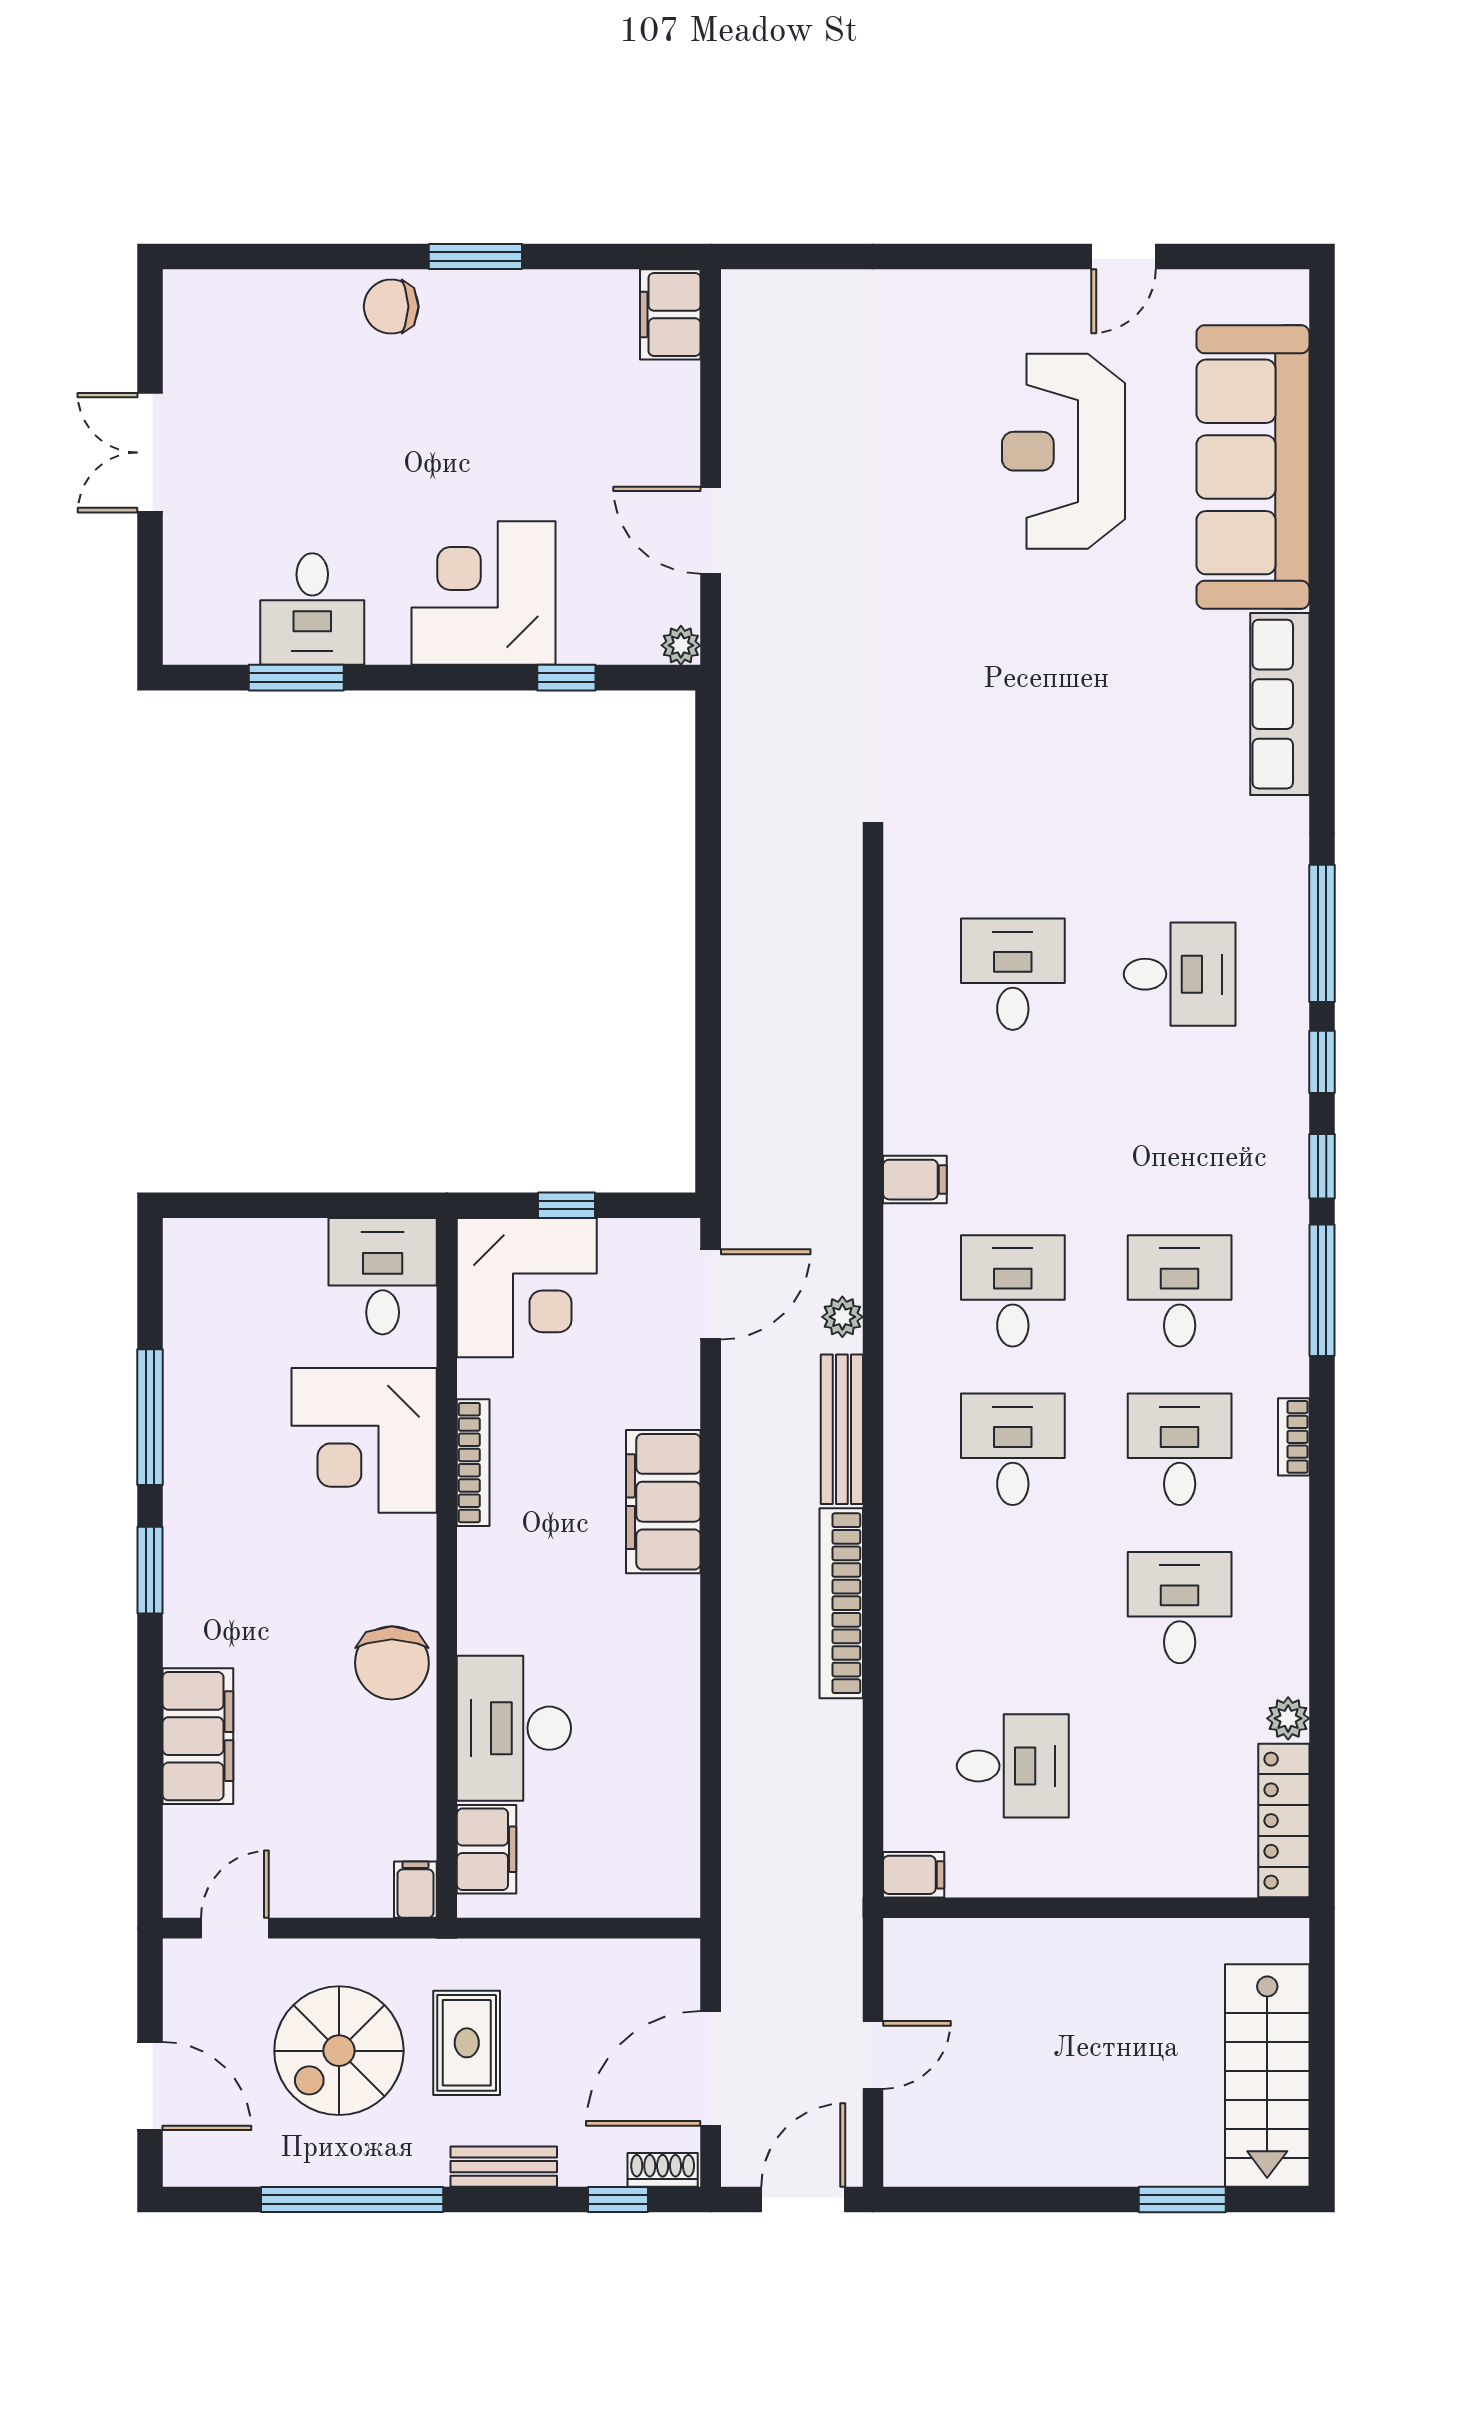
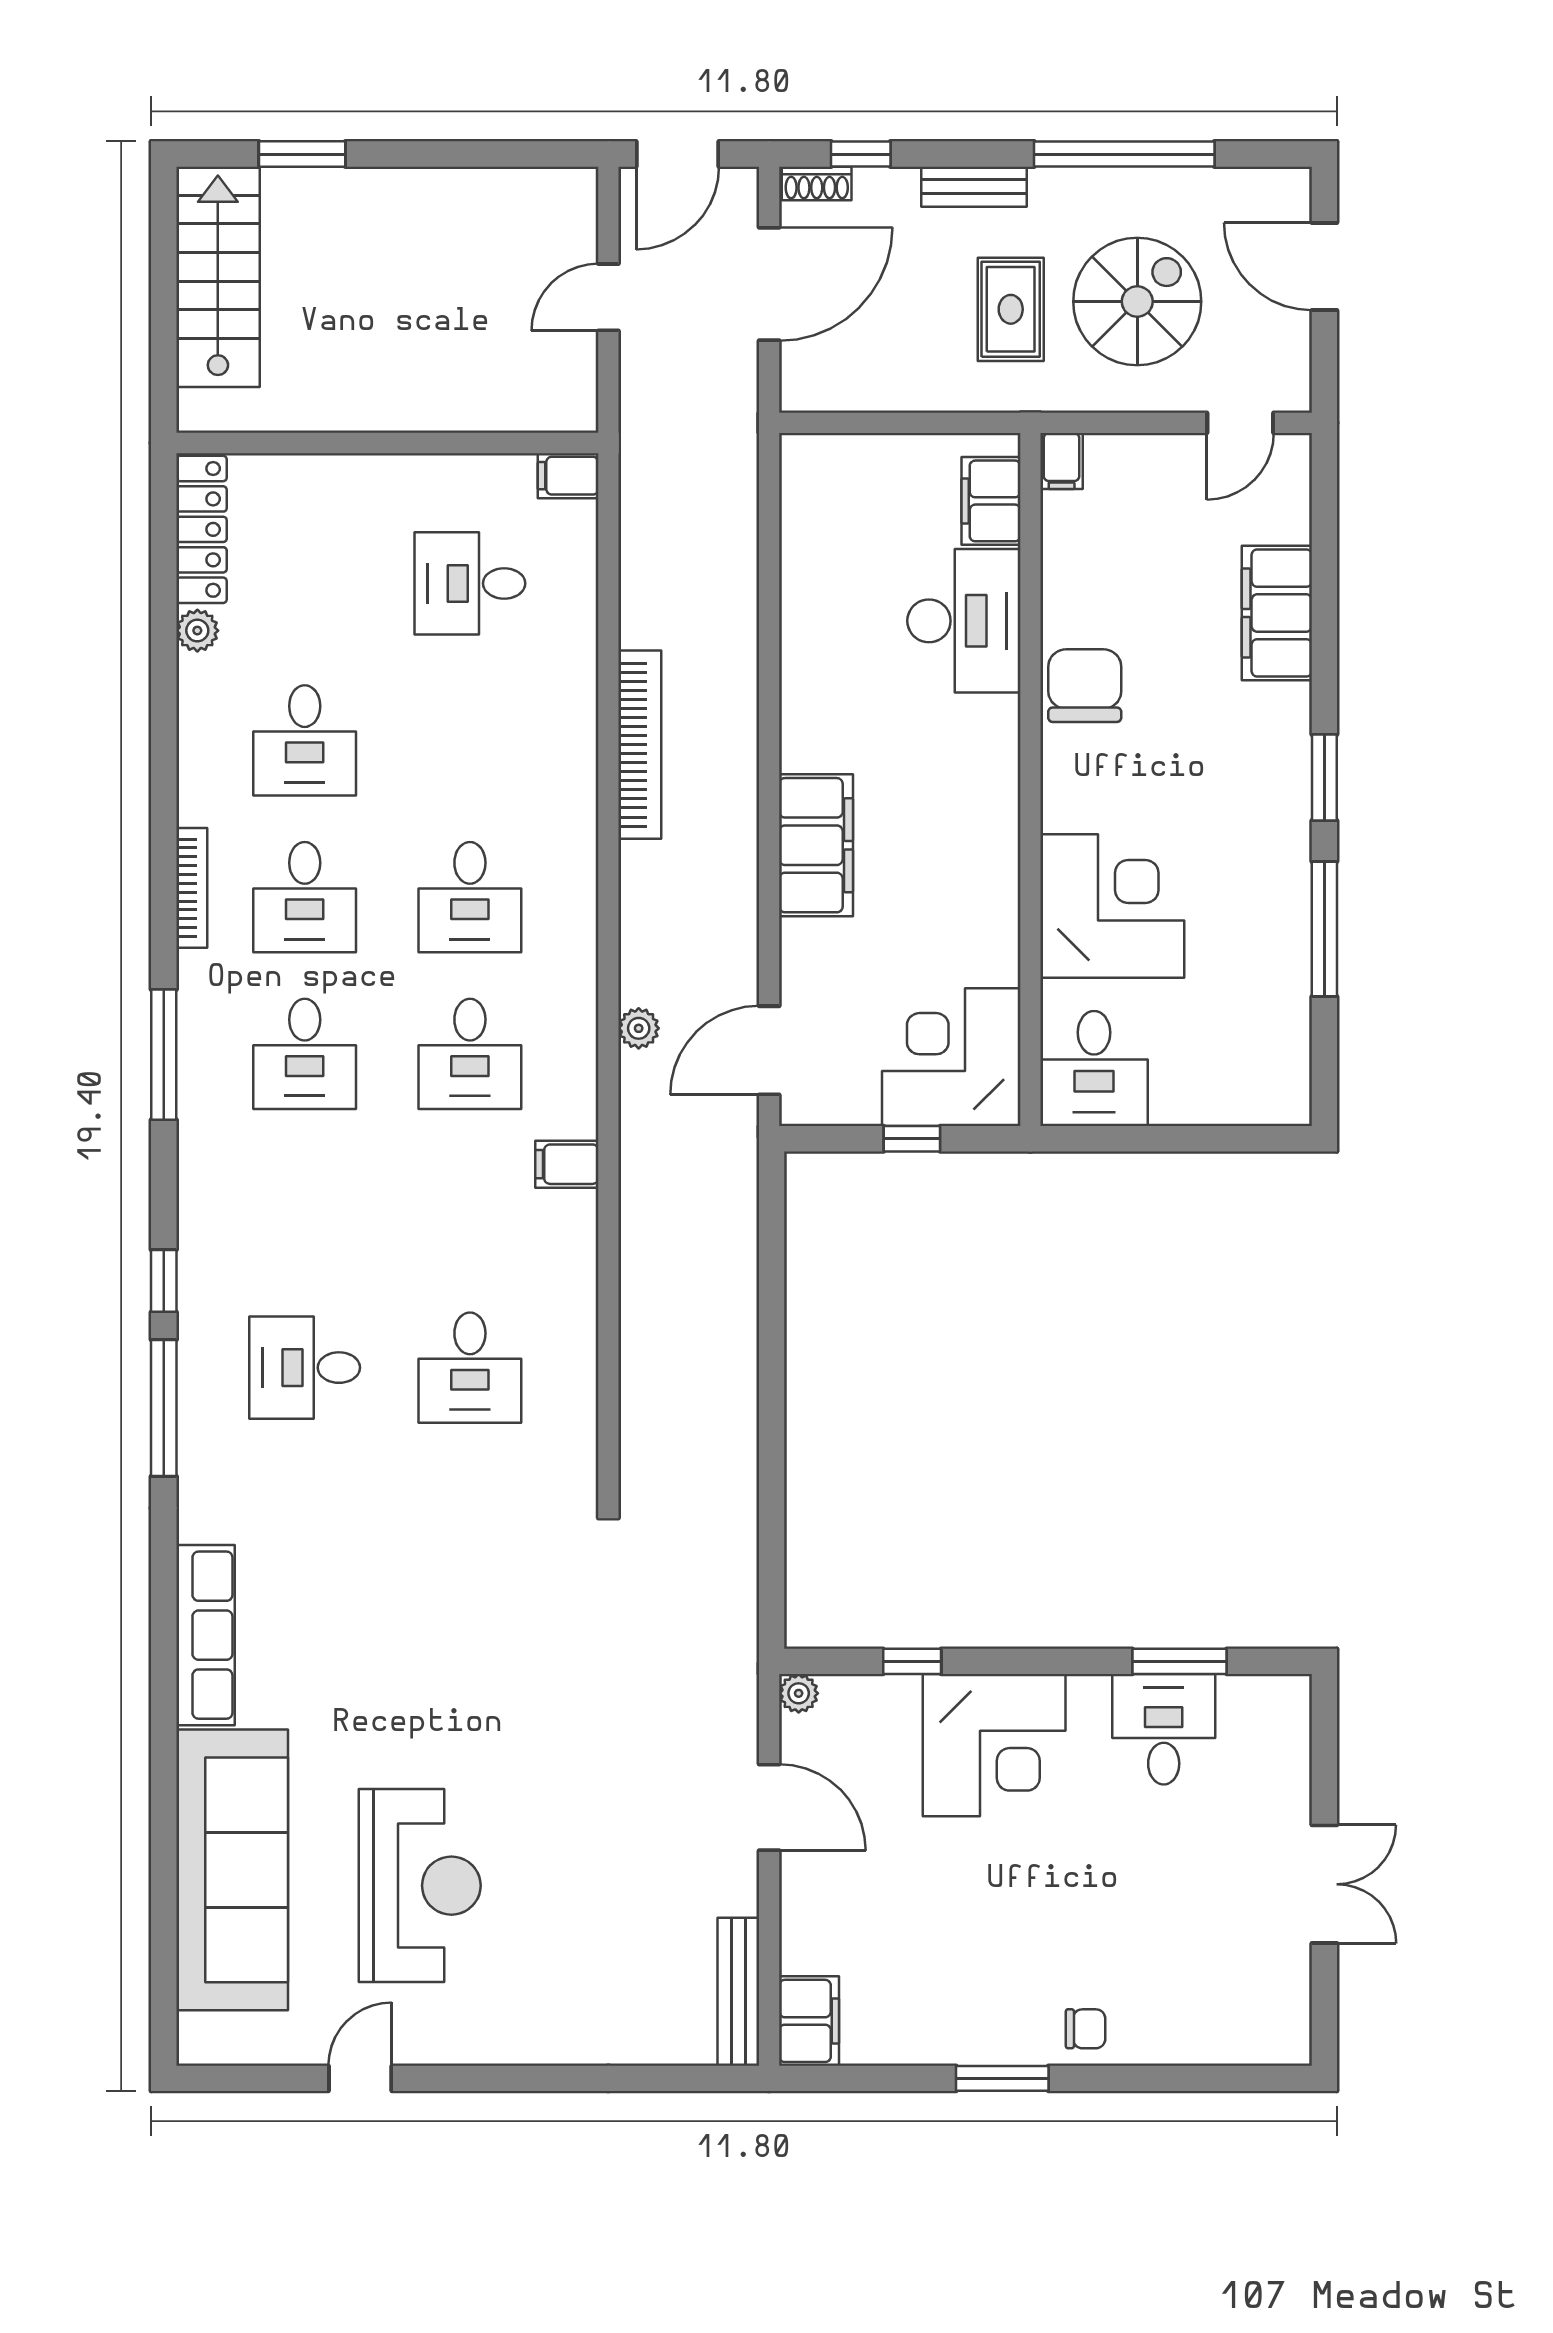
chair: (391, 307) -> (1086, 2029), width x0.73, depth x0.73
window: (1322, 1166) -> (164, 1177), removed
bench: (842, 1429) -> (738, 1992), moved
bookcase: (1294, 1437) -> (192, 888), width x1.56
bookcase: (473, 1463) -> (1004, 884), removed

